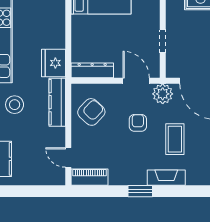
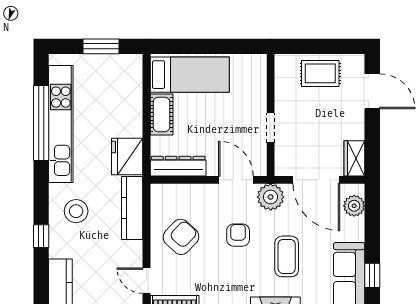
cot: (80, 31) -> (162, 115), added
armchair: (91, 112) -> (181, 237), moved

